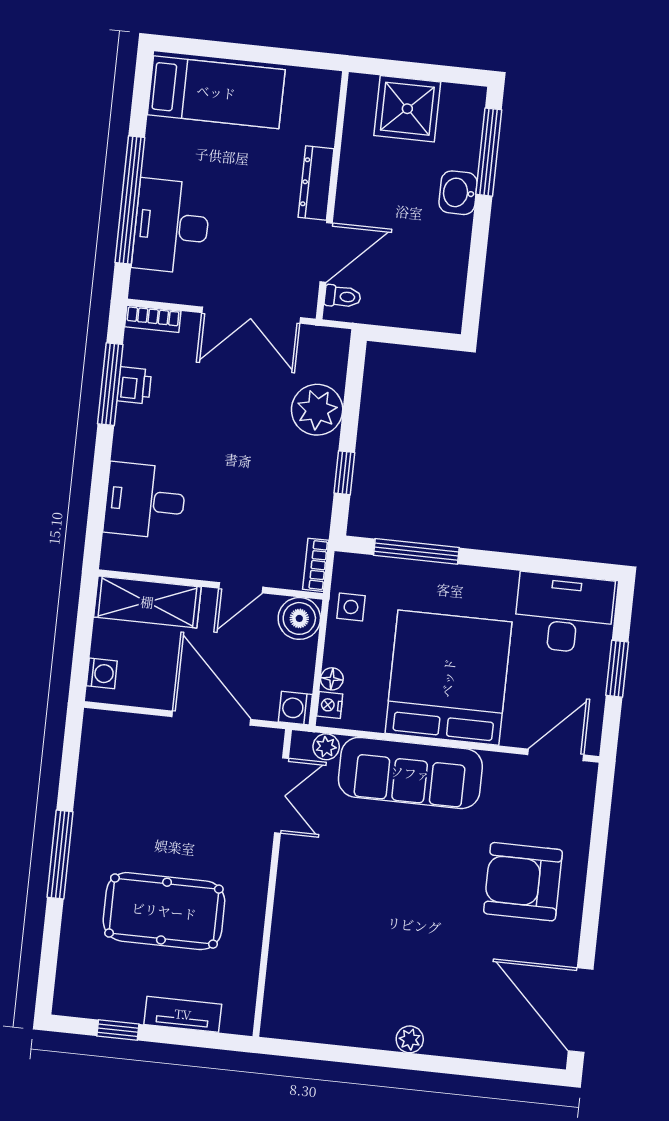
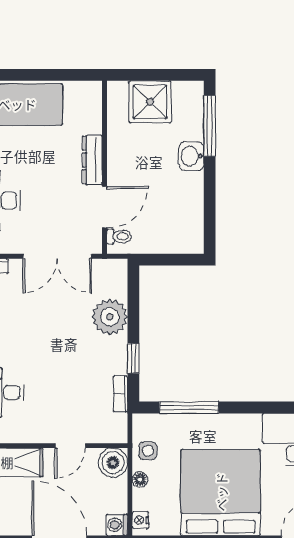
bookcase: (316, 565) -> (120, 394), moved
floor lamp: (332, 679) -> (140, 479), moved

